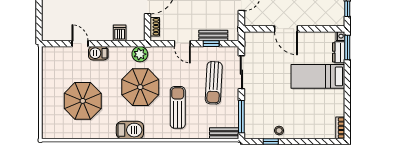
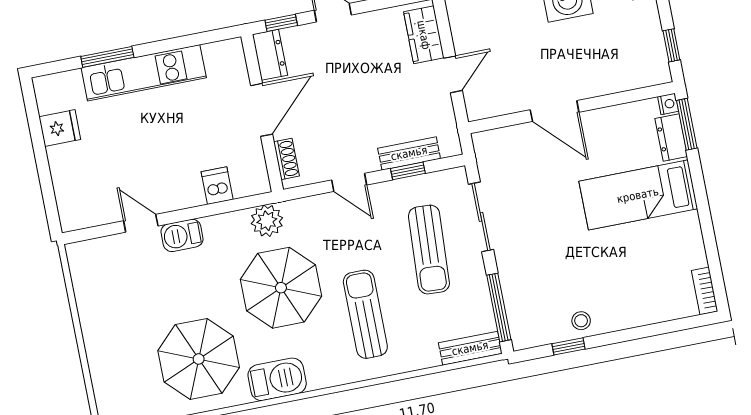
parasol: (83, 101) -> (199, 359), moved

